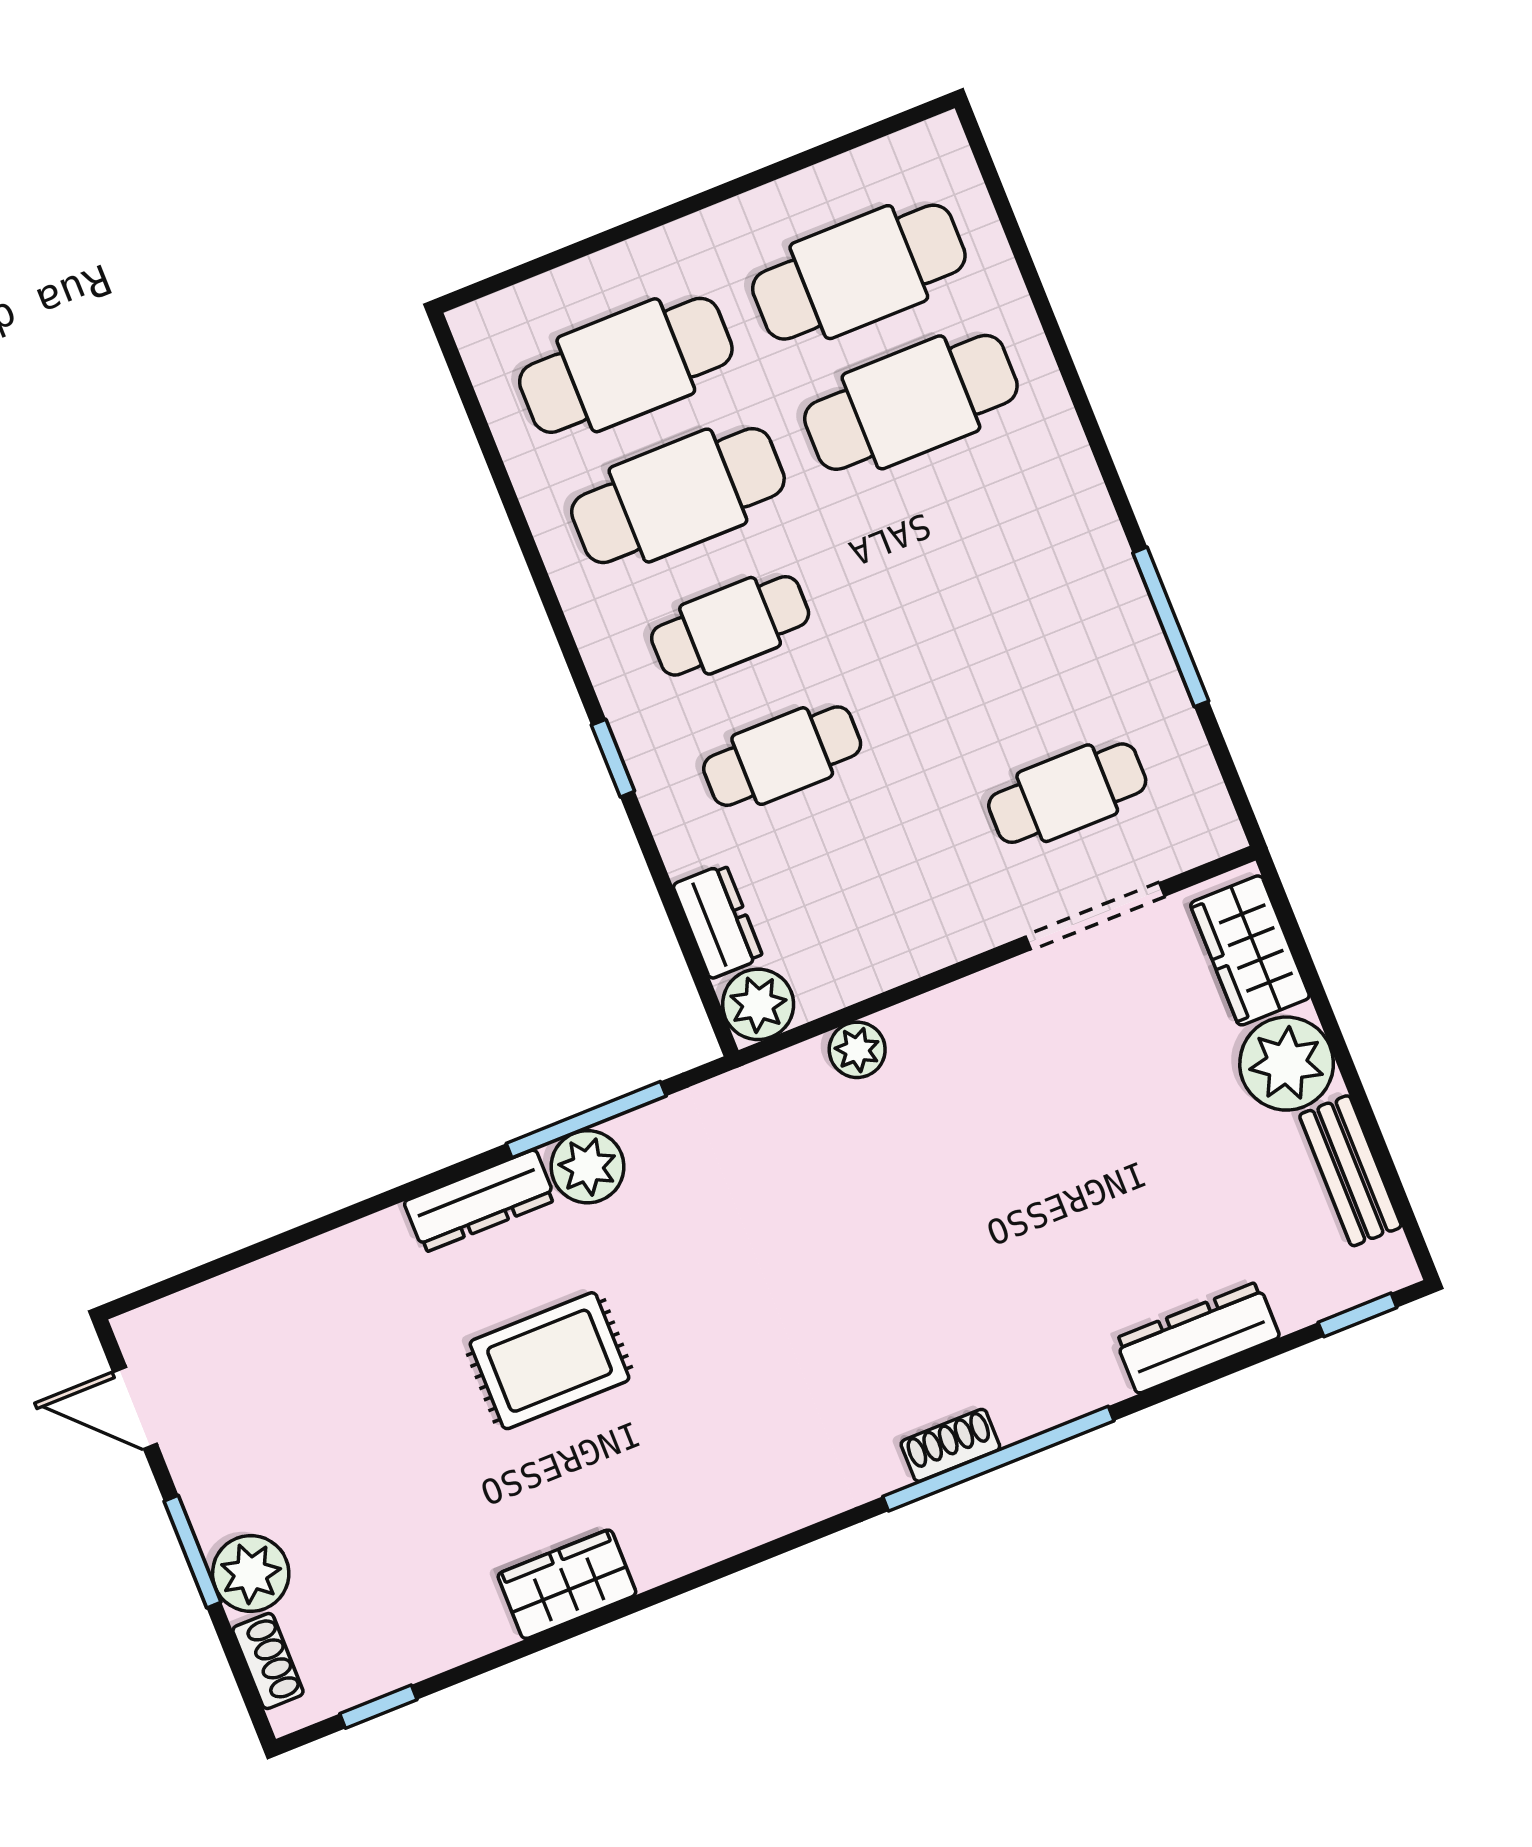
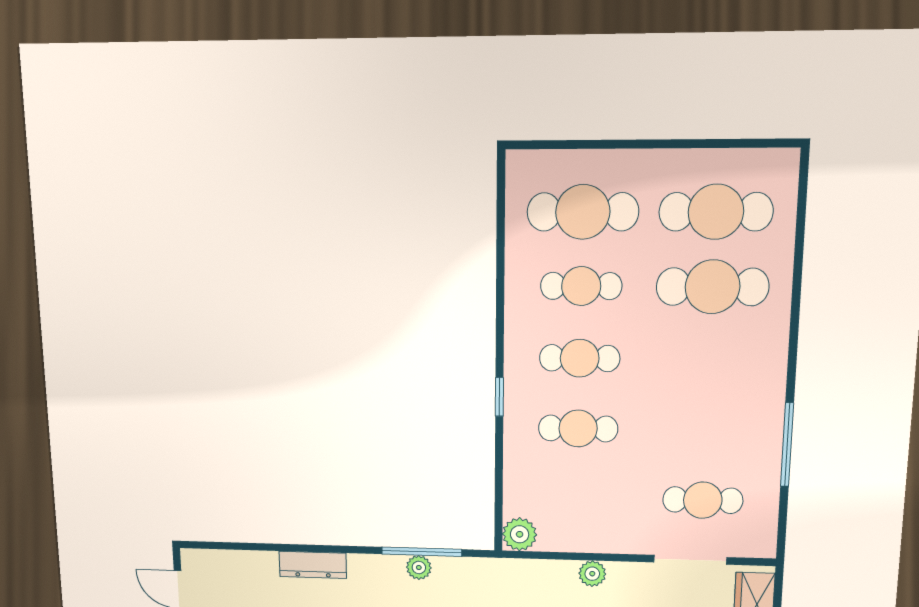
cafe table: (678, 496) -> (581, 286), width x0.73, depth x0.74
dresser: (718, 921) -> (517, 490), removed
plant: (857, 1050) -> (592, 574), moved
plant: (588, 1167) -> (419, 568), width x0.73, depth x0.73
dresser: (480, 1201) -> (313, 565), moved

